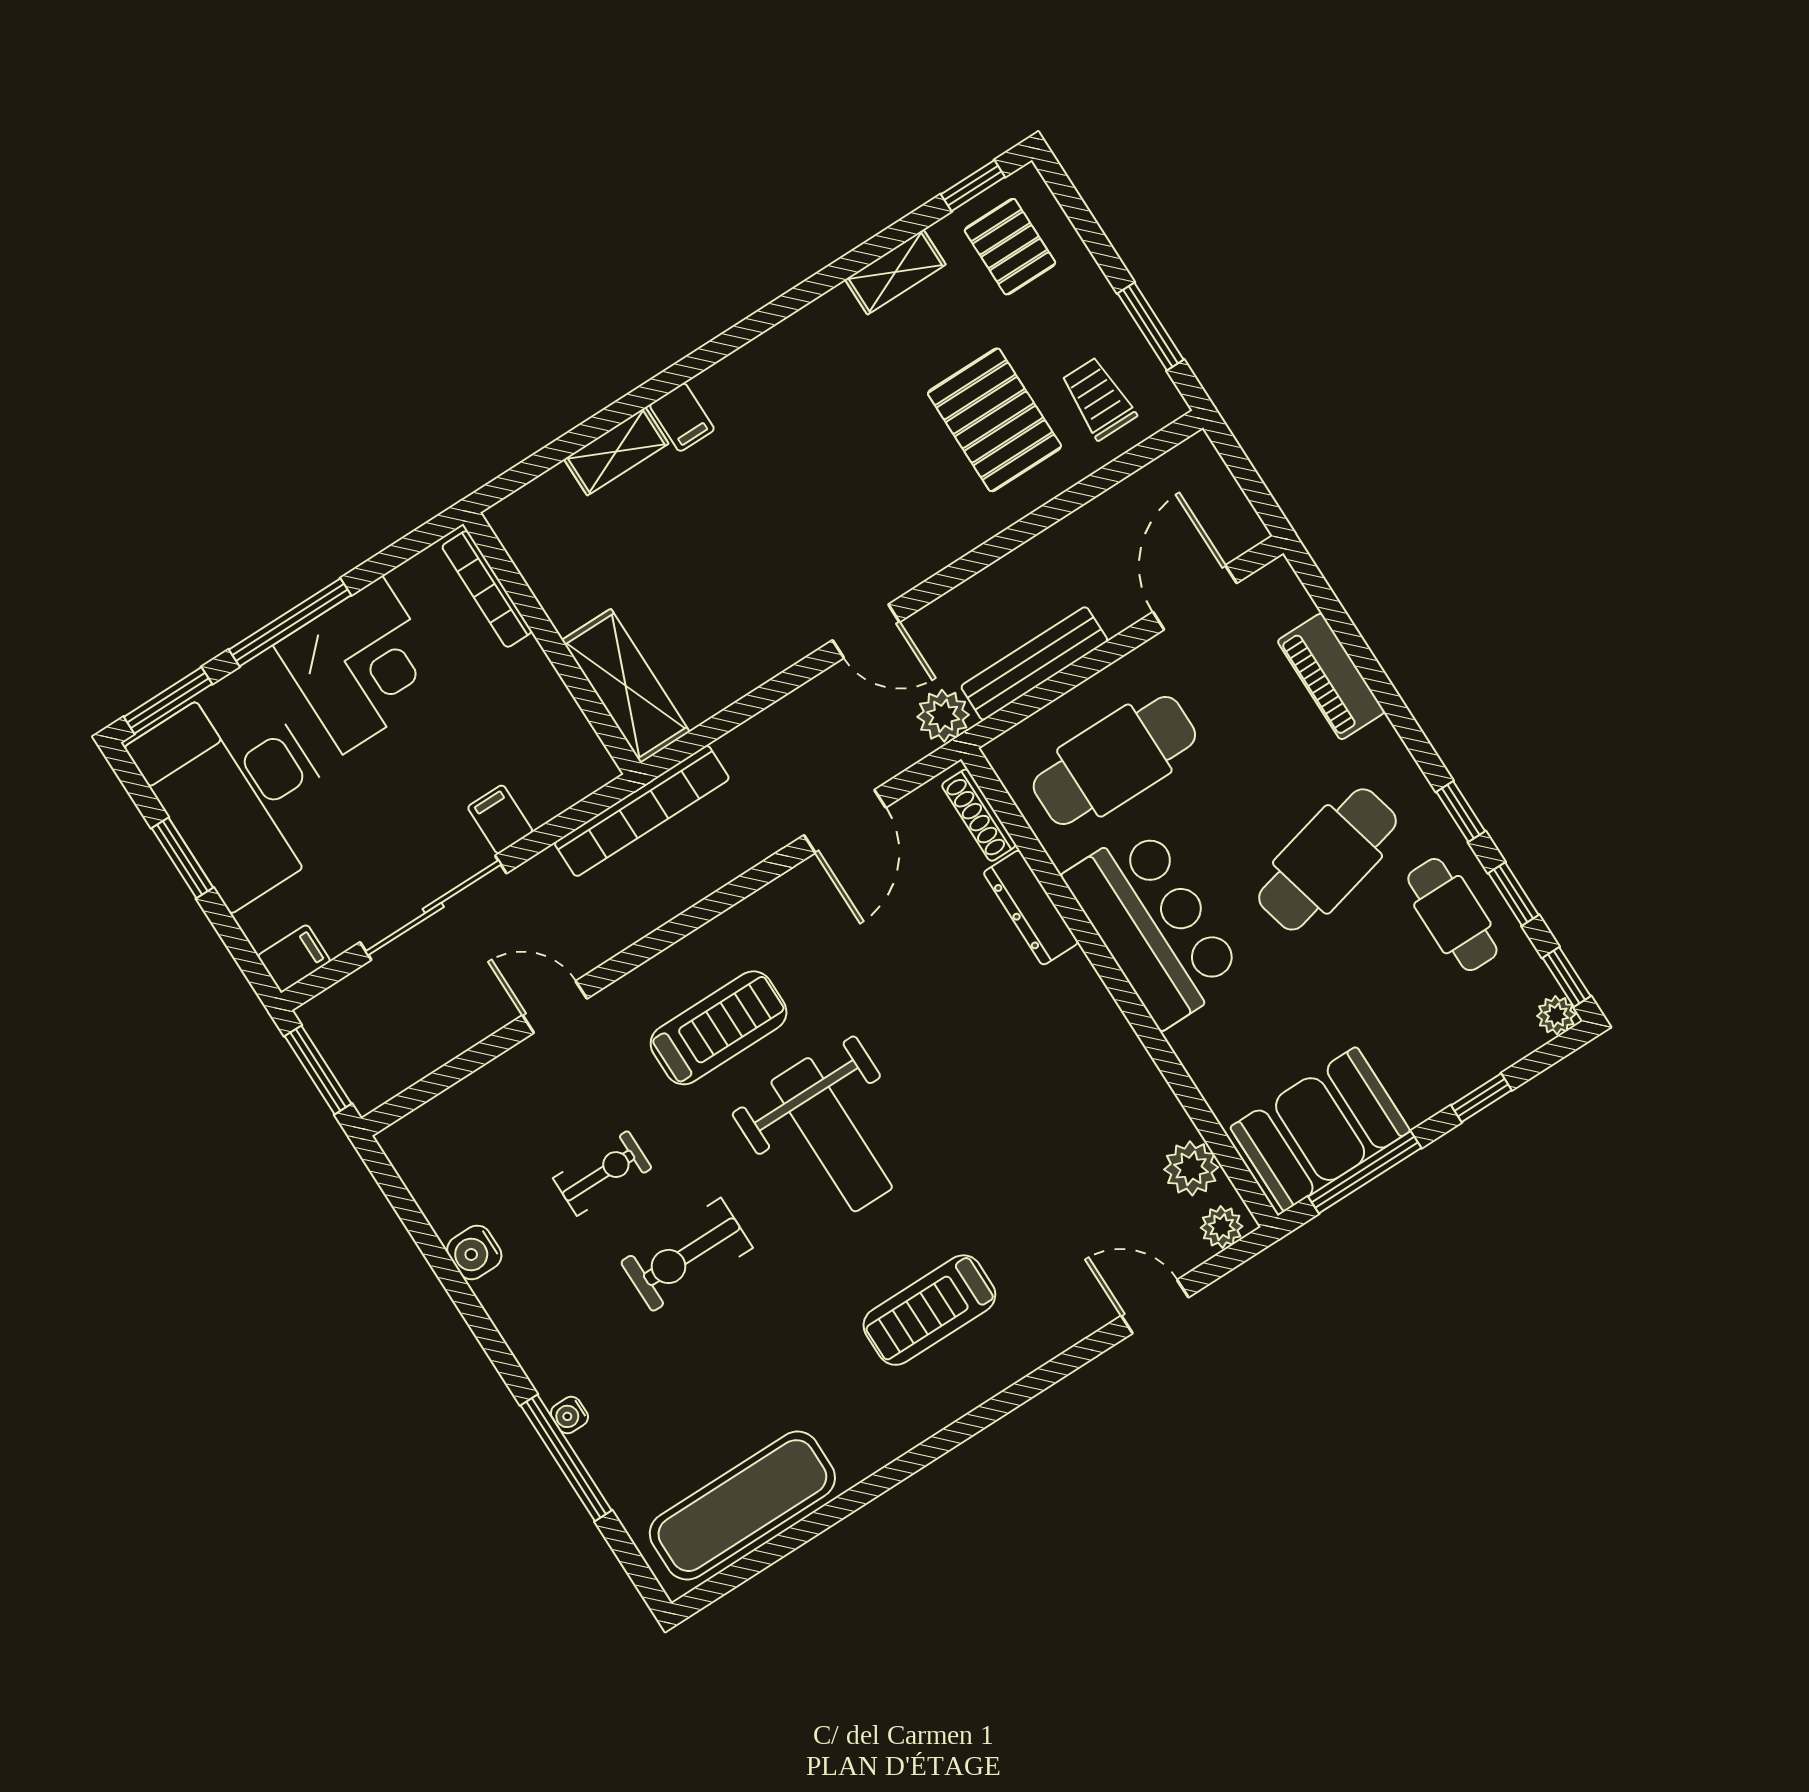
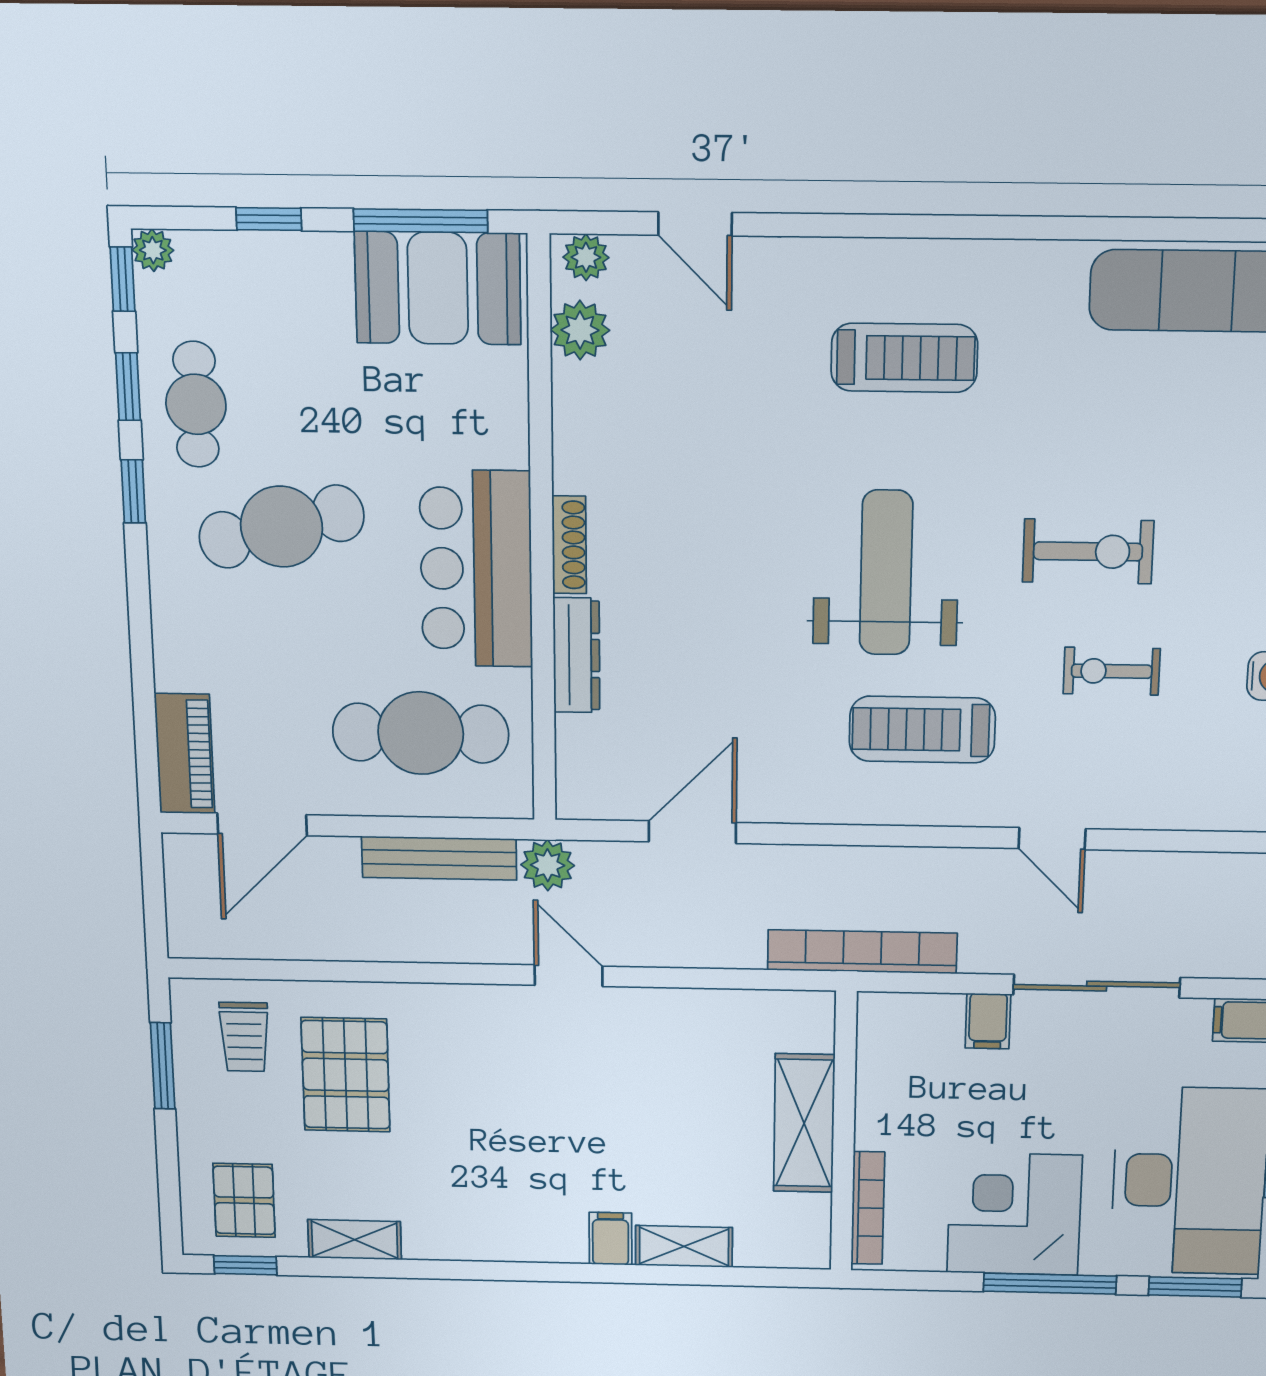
piano: (1331, 677) -> (185, 754), moved
shelving: (626, 686) -> (804, 1123), moved
shoe rack: (979, 815) -> (569, 545), moved

